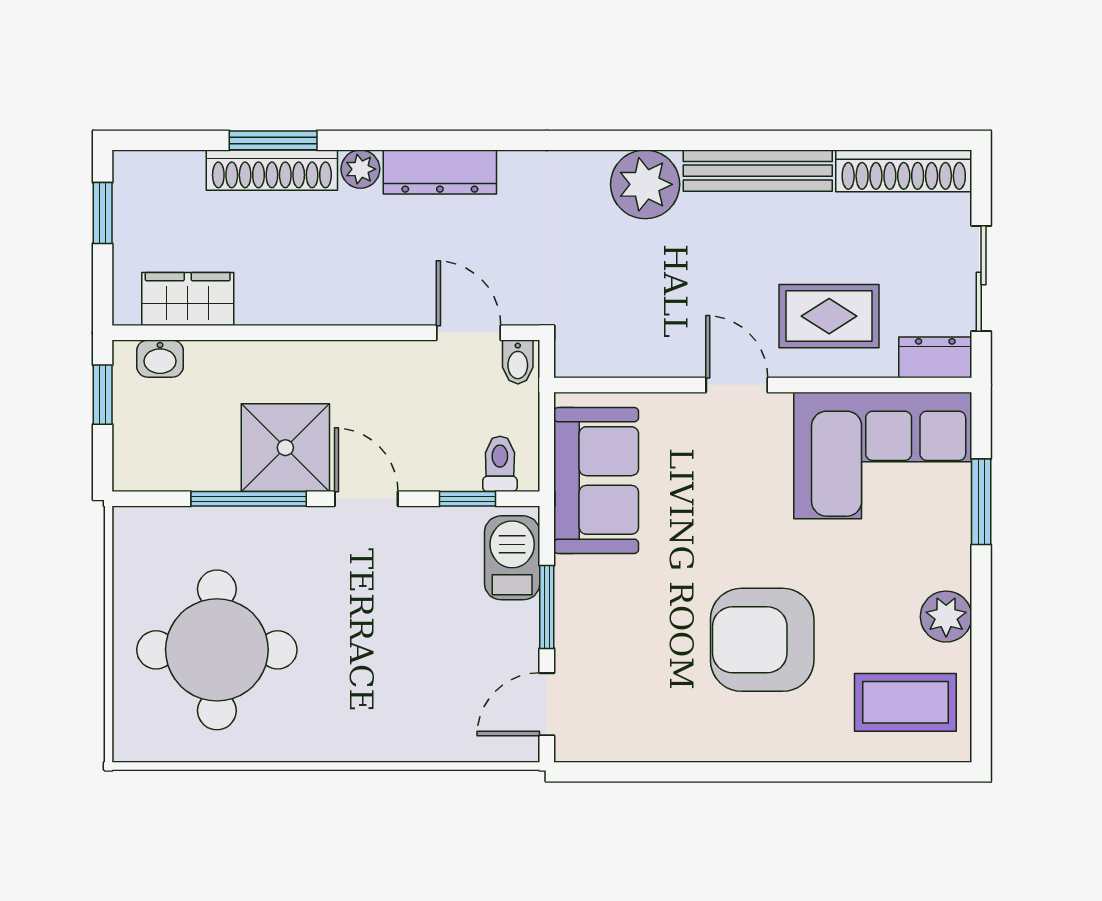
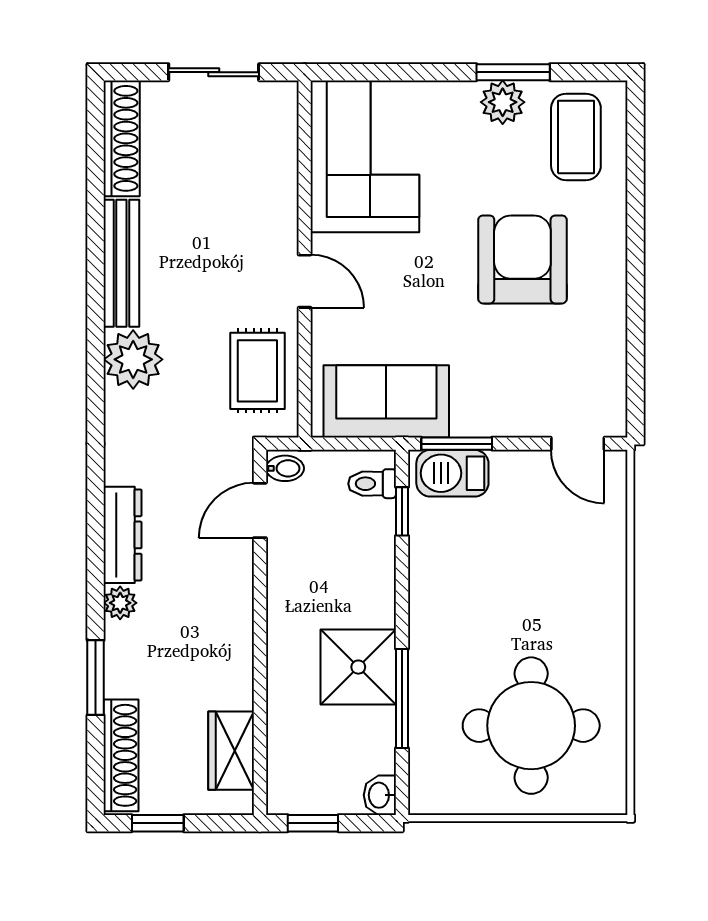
shoe rack: (272, 170) -> (121, 755), moved
rug: (829, 316) -> (257, 371), moved
dresser: (935, 357) -> (281, 111), removed
washbasin: (160, 359) -> (380, 795), moved, turned 180
door: (737, 385) -> (305, 281), swing flipped
door: (366, 499) -> (402, 598), removed
window: (981, 502) -> (513, 72), moved
window: (547, 607) -> (457, 444), moved
armchair: (762, 640) -> (522, 259), turned 180

